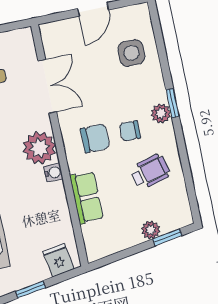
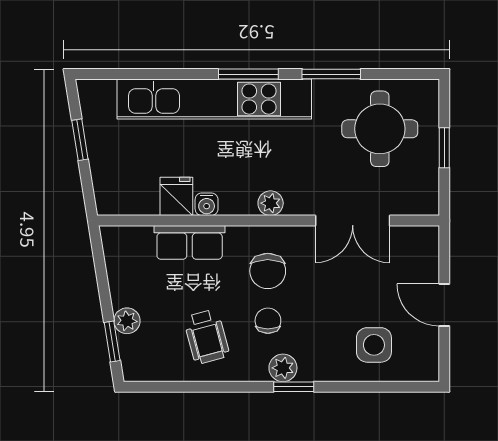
plant: (39, 148) -> (271, 203), width x0.53, depth x0.53
water cooler: (53, 172) -> (207, 204), moved
fridge: (58, 260) -> (176, 196), moved, turned -81

